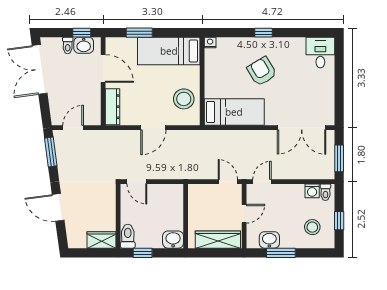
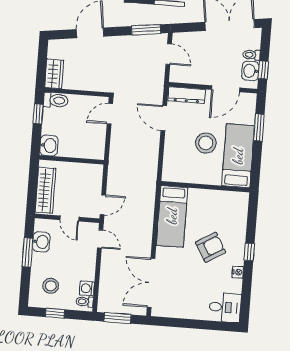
nightstand: (210, 42) -> (238, 272), moved
stool: (184, 99) -> (206, 143), moved
door: (153, 128) -> (164, 118), moved

